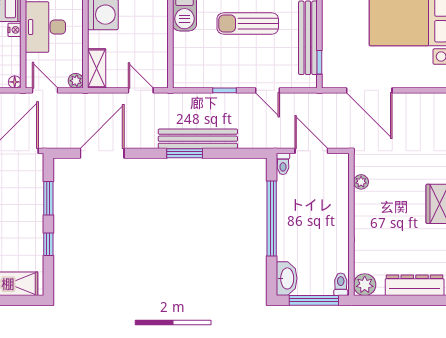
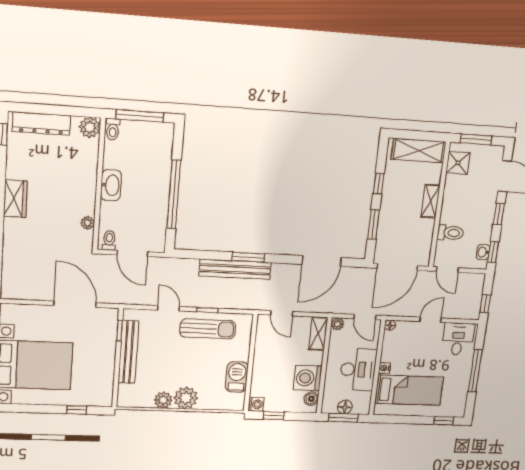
sun lounger: (248, 23) -> (208, 329), moved
toilet: (283, 164) -> (109, 240), moved
washbasin: (287, 278) -> (111, 185), moved, turned 180

